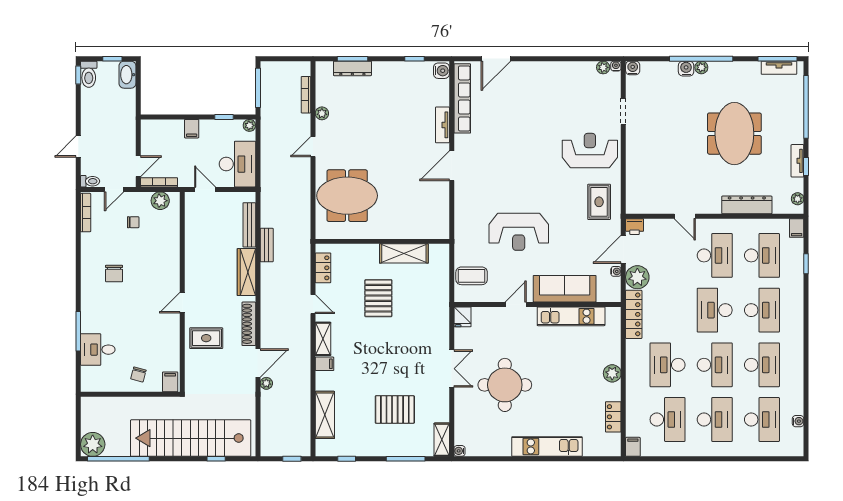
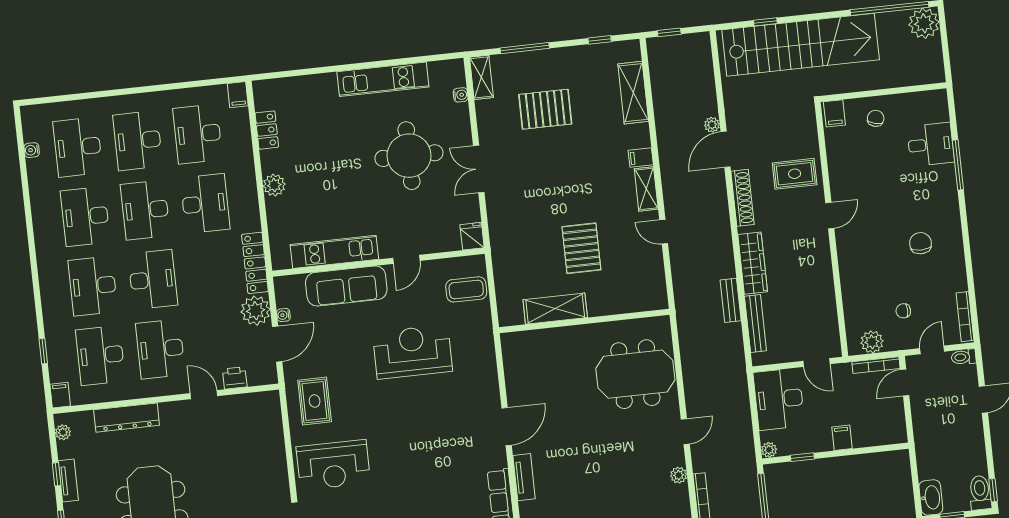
printer: (635, 227) -> (235, 378), moved
locker: (323, 268) -> (656, 279), removed
kitchen unit: (547, 447) -> (383, 79), moved
water cooler: (459, 451) -> (461, 95), moved

